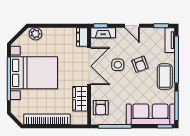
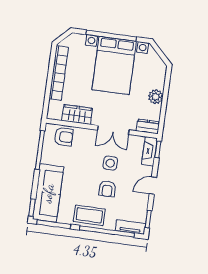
plant: (35, 34) -> (156, 97), moved
armchair: (140, 64) -> (107, 189), turned -70
double door: (89, 66) -> (113, 130), width x0.73
armchair: (101, 108) -> (64, 137), turned 180

